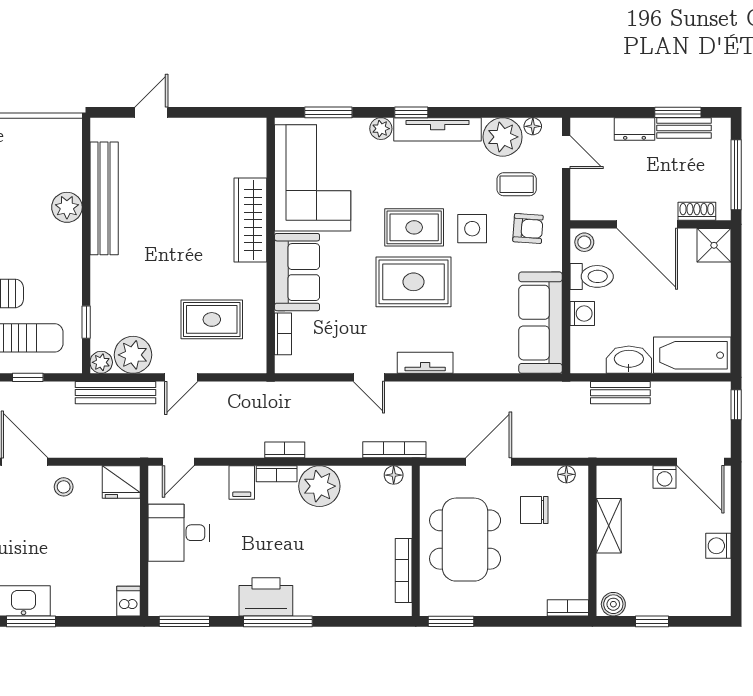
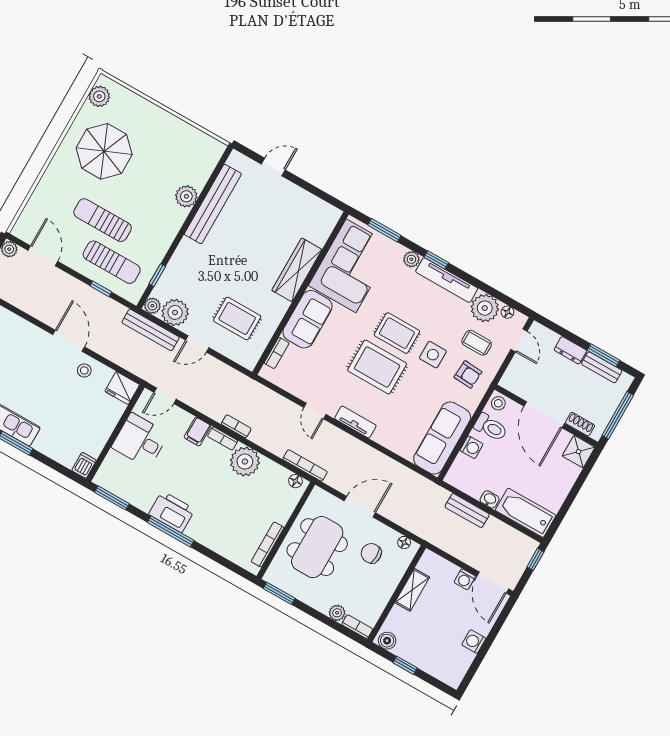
washbasin: (629, 360) -> (490, 499), width x0.52, depth x0.69
plant: (534, 605) -> (337, 613), added

